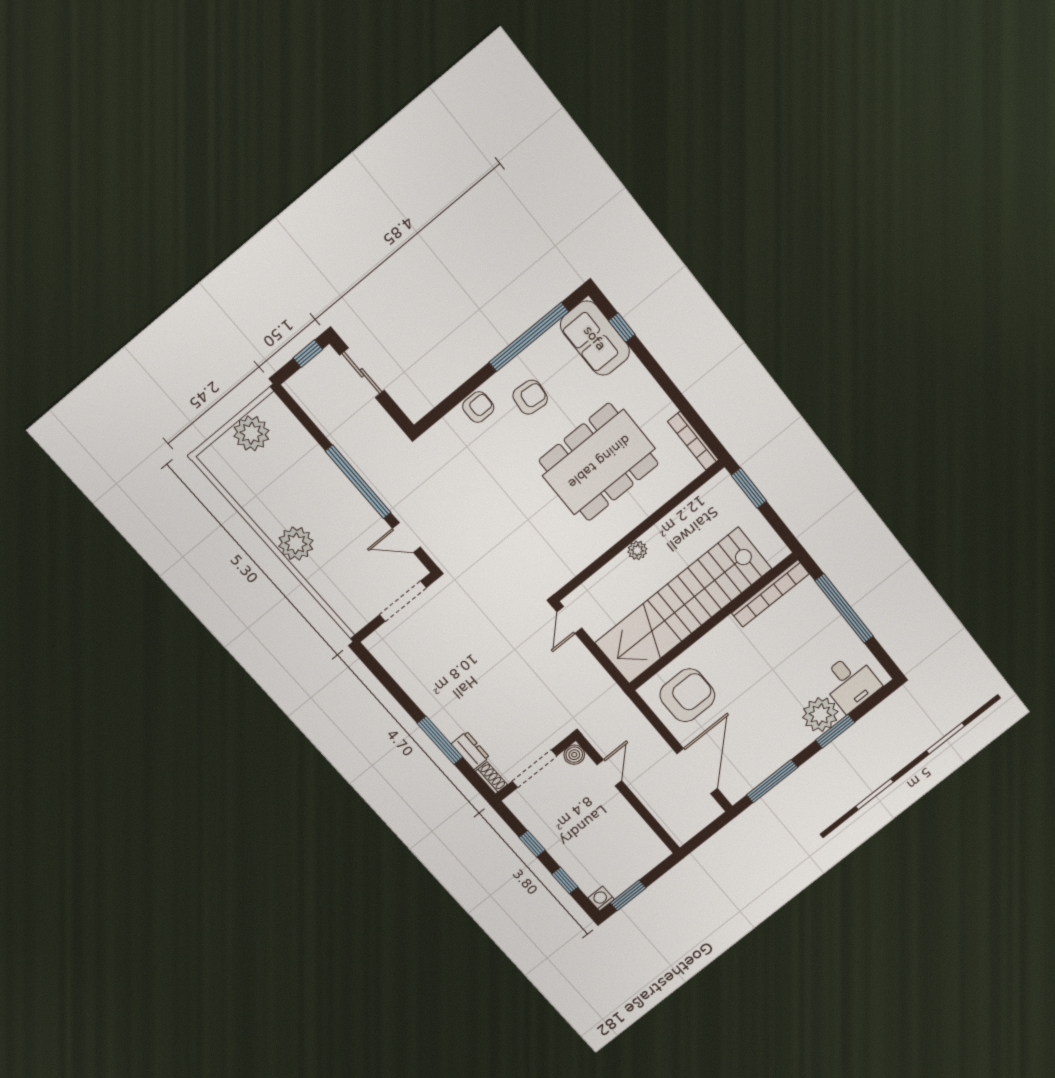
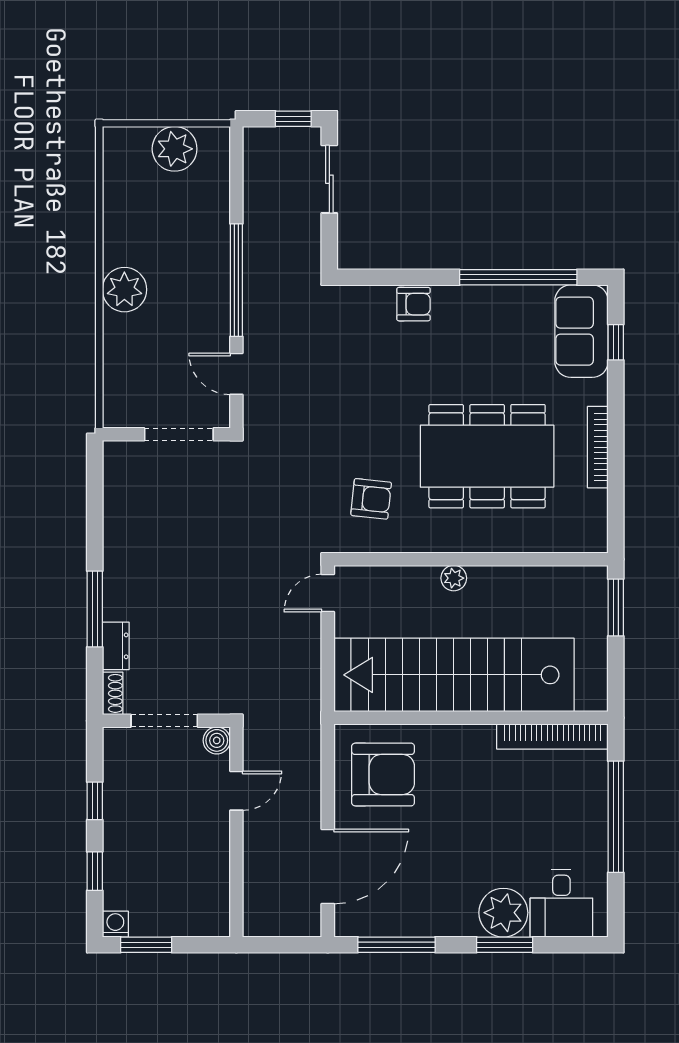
armchair: (530, 397) -> (371, 499), moved
bookcase: (693, 441) -> (598, 447), moved

